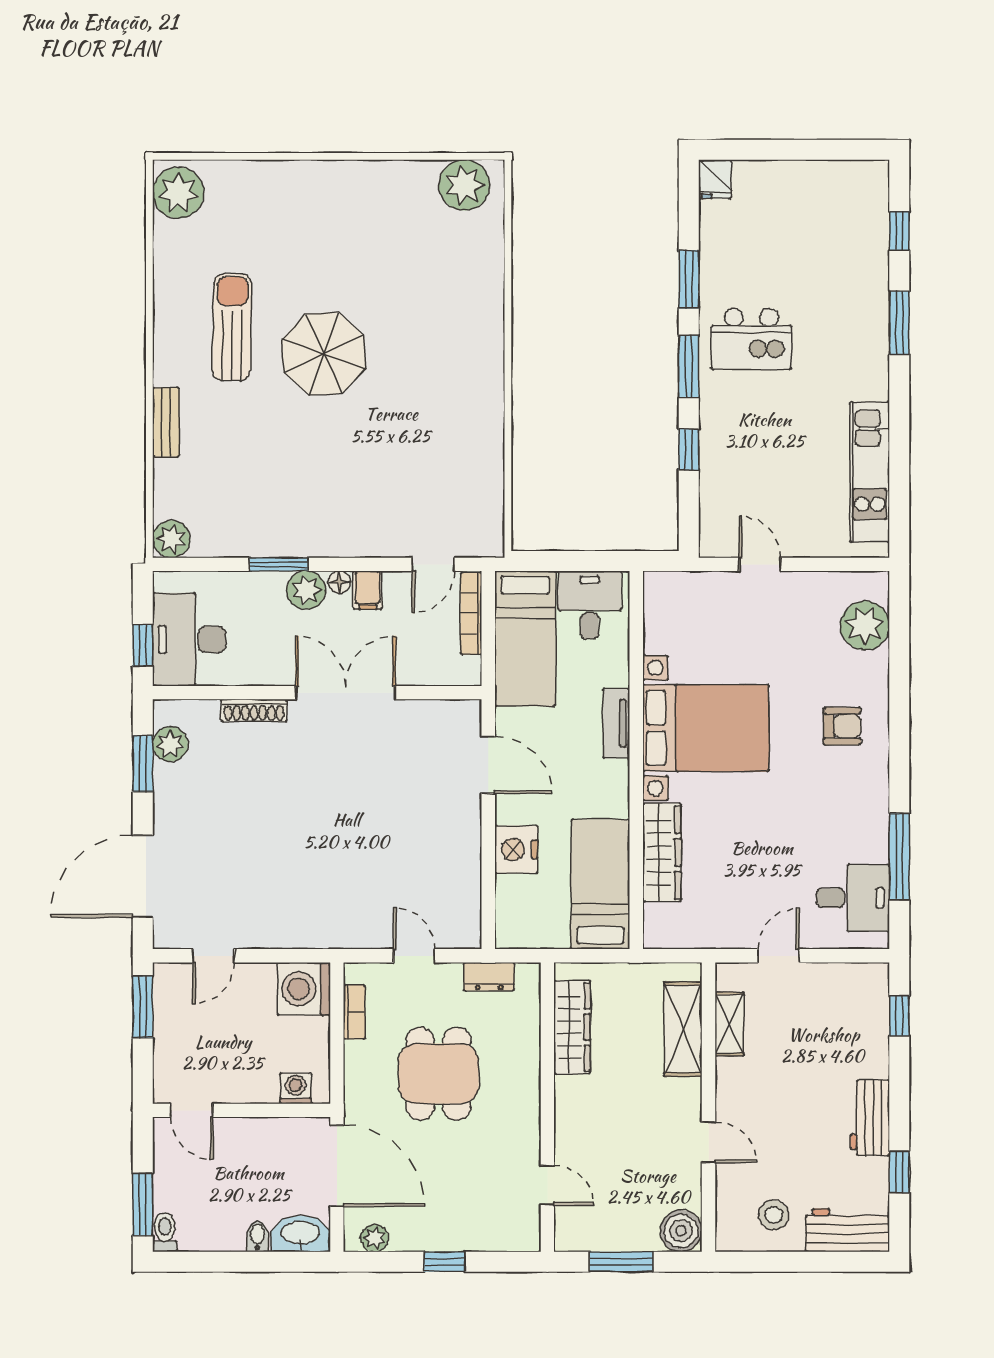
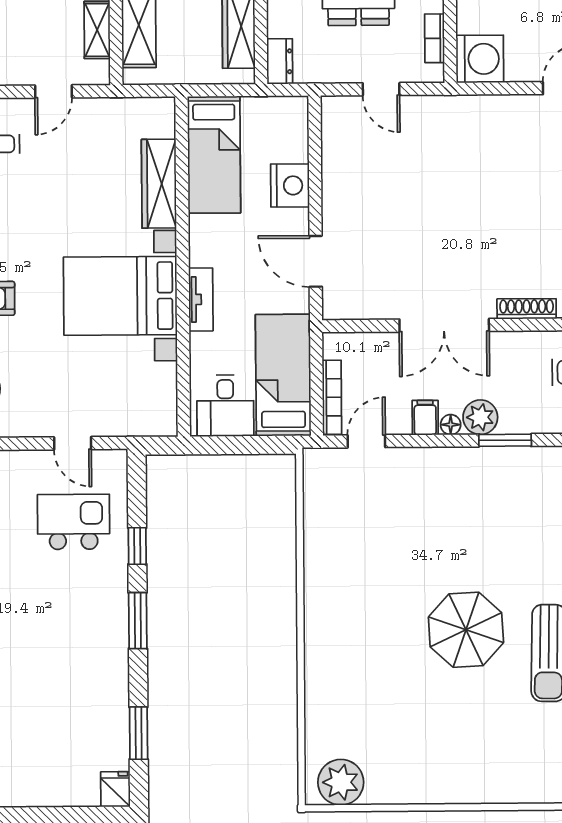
window: (689, 279) -> (139, 733), moved
kitchen island: (751, 339) -> (74, 522), moved
dresser: (489, 977) -> (280, 61), moved, turned 90

